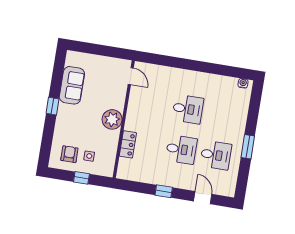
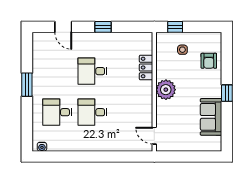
armchair: (69, 154) -> (209, 61), moved
desk: (216, 155) -> (57, 112), moved
window: (81, 178) -> (175, 27), moved

